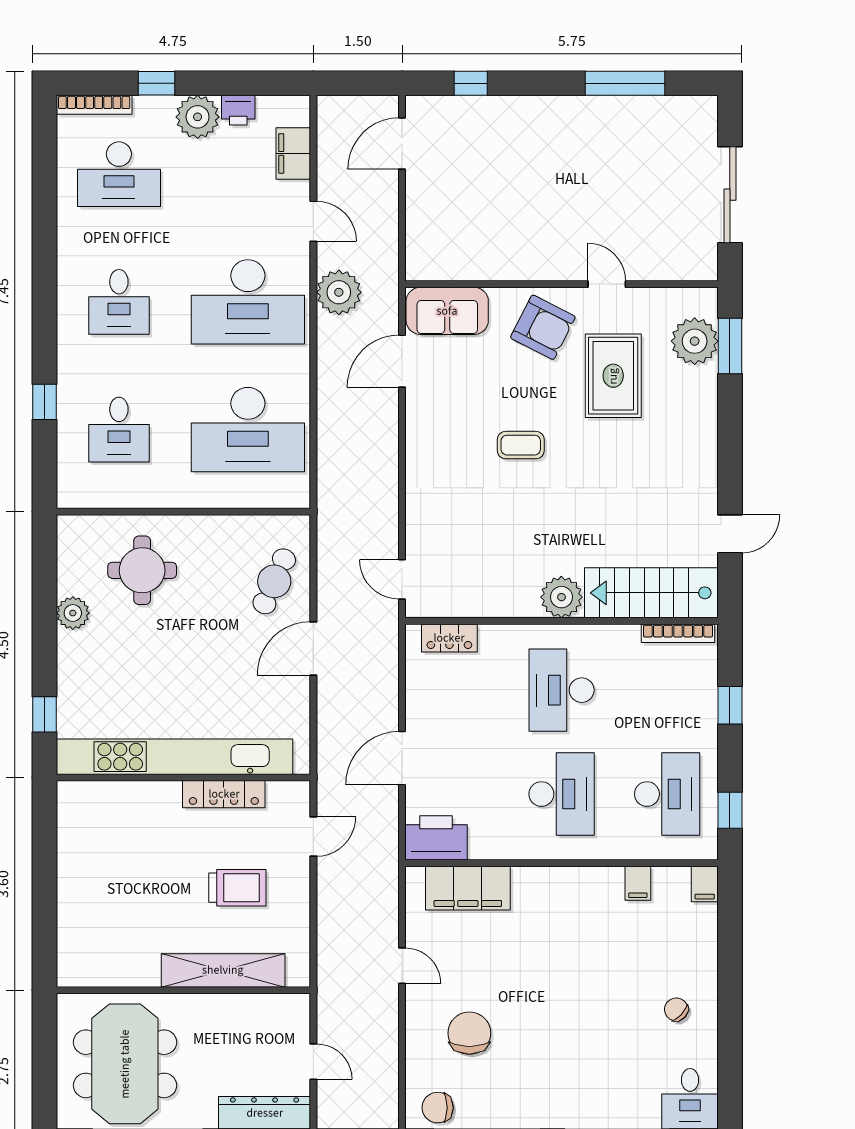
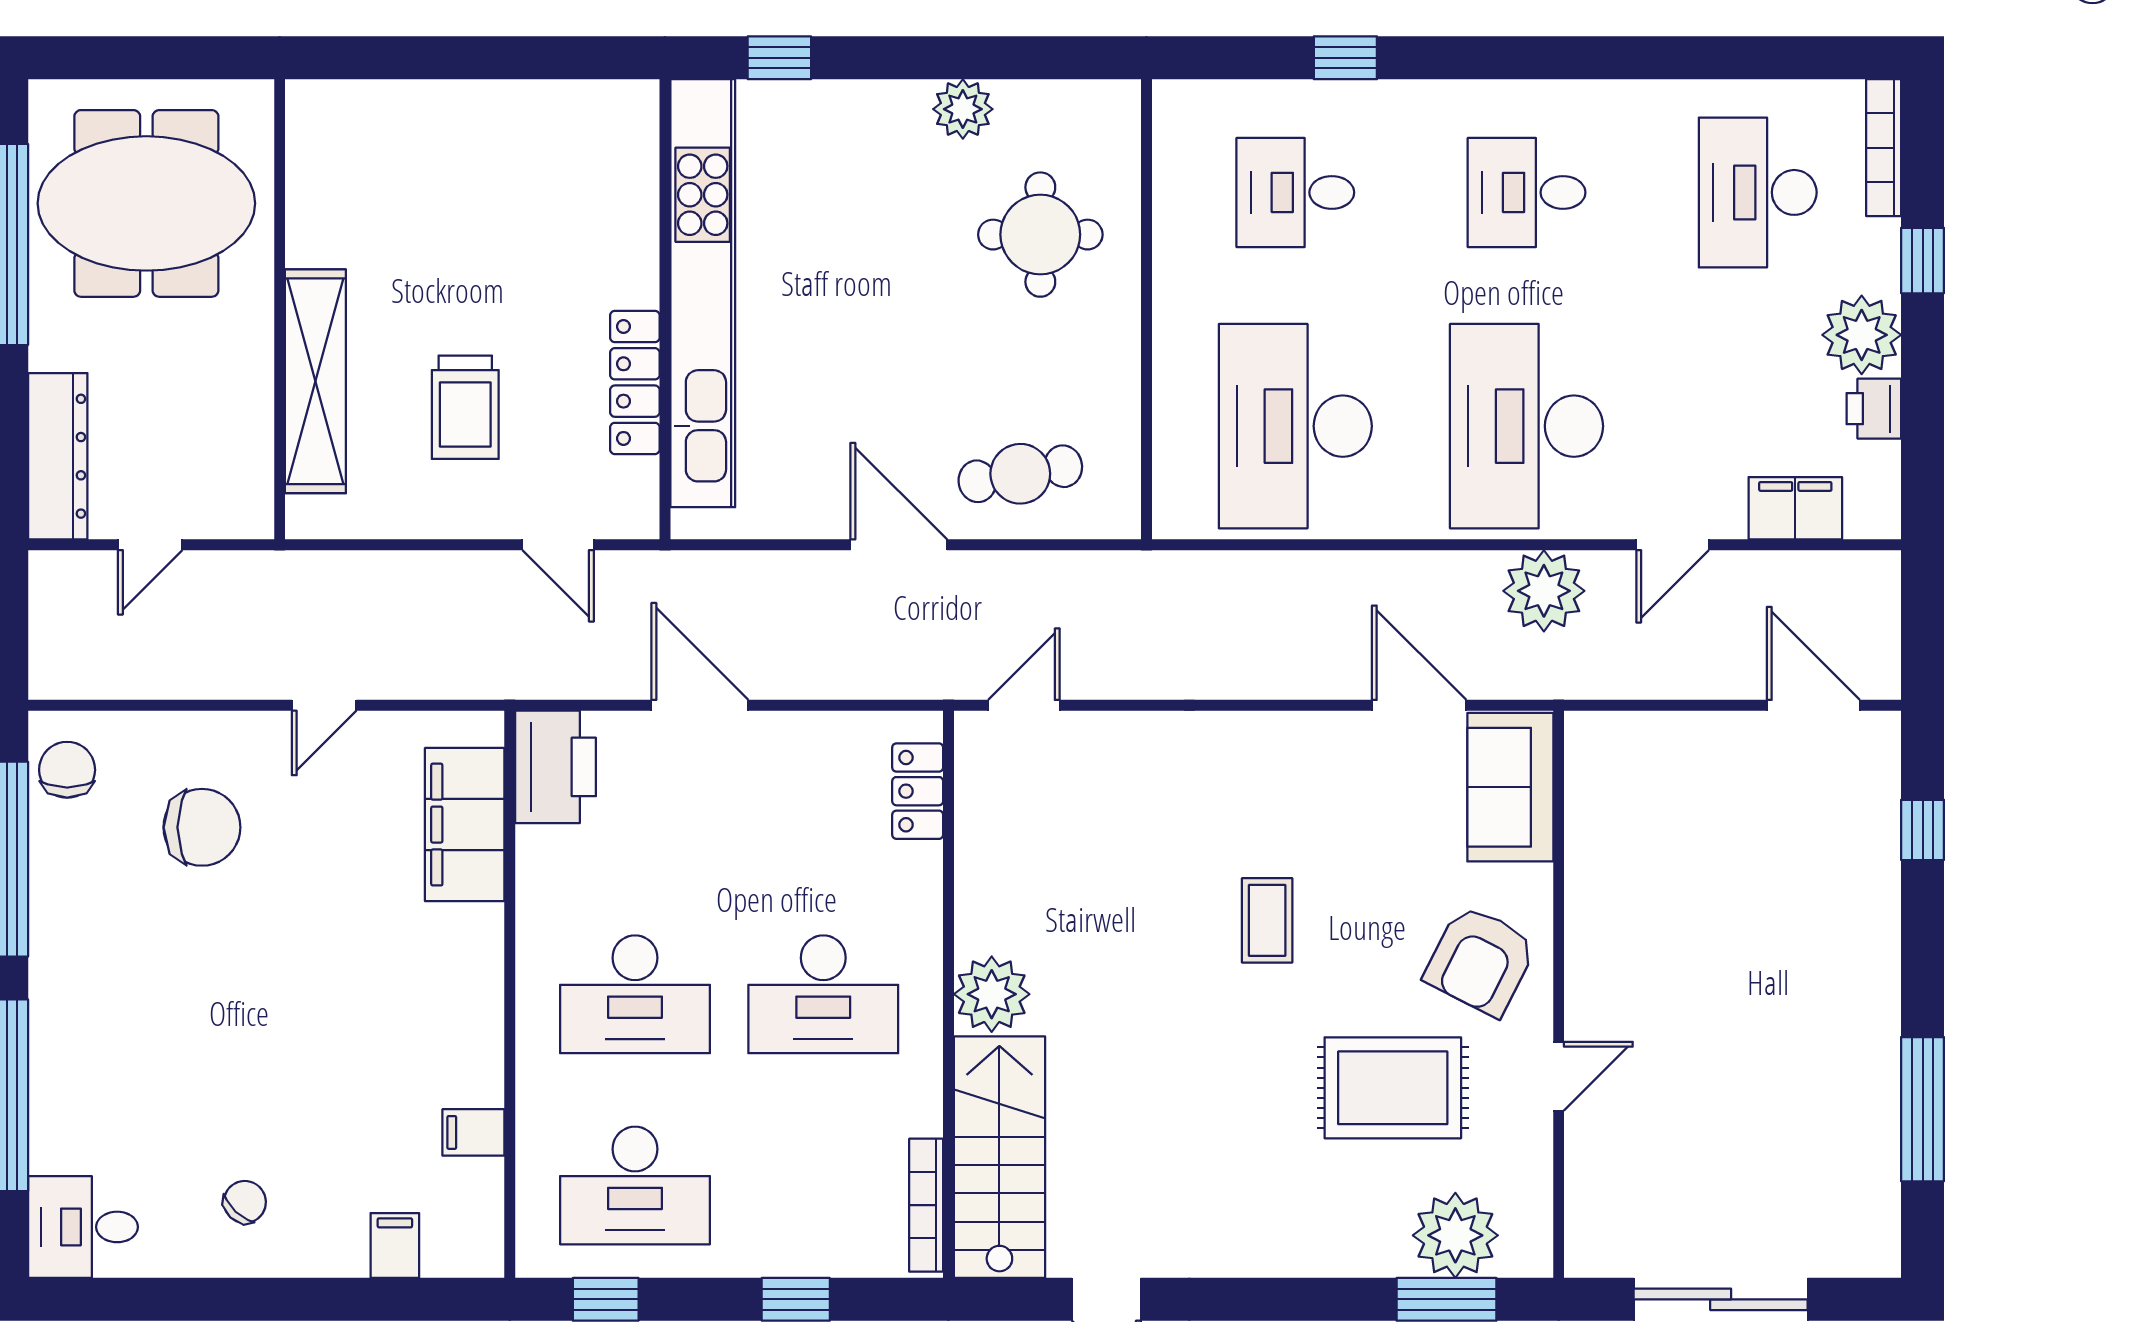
cafe table: (274, 581) -> (1020, 474), turned -34
desk: (562, 690) -> (823, 994), turned 180
filing cabinet: (705, 884) -> (395, 1245), moved, turned 90

